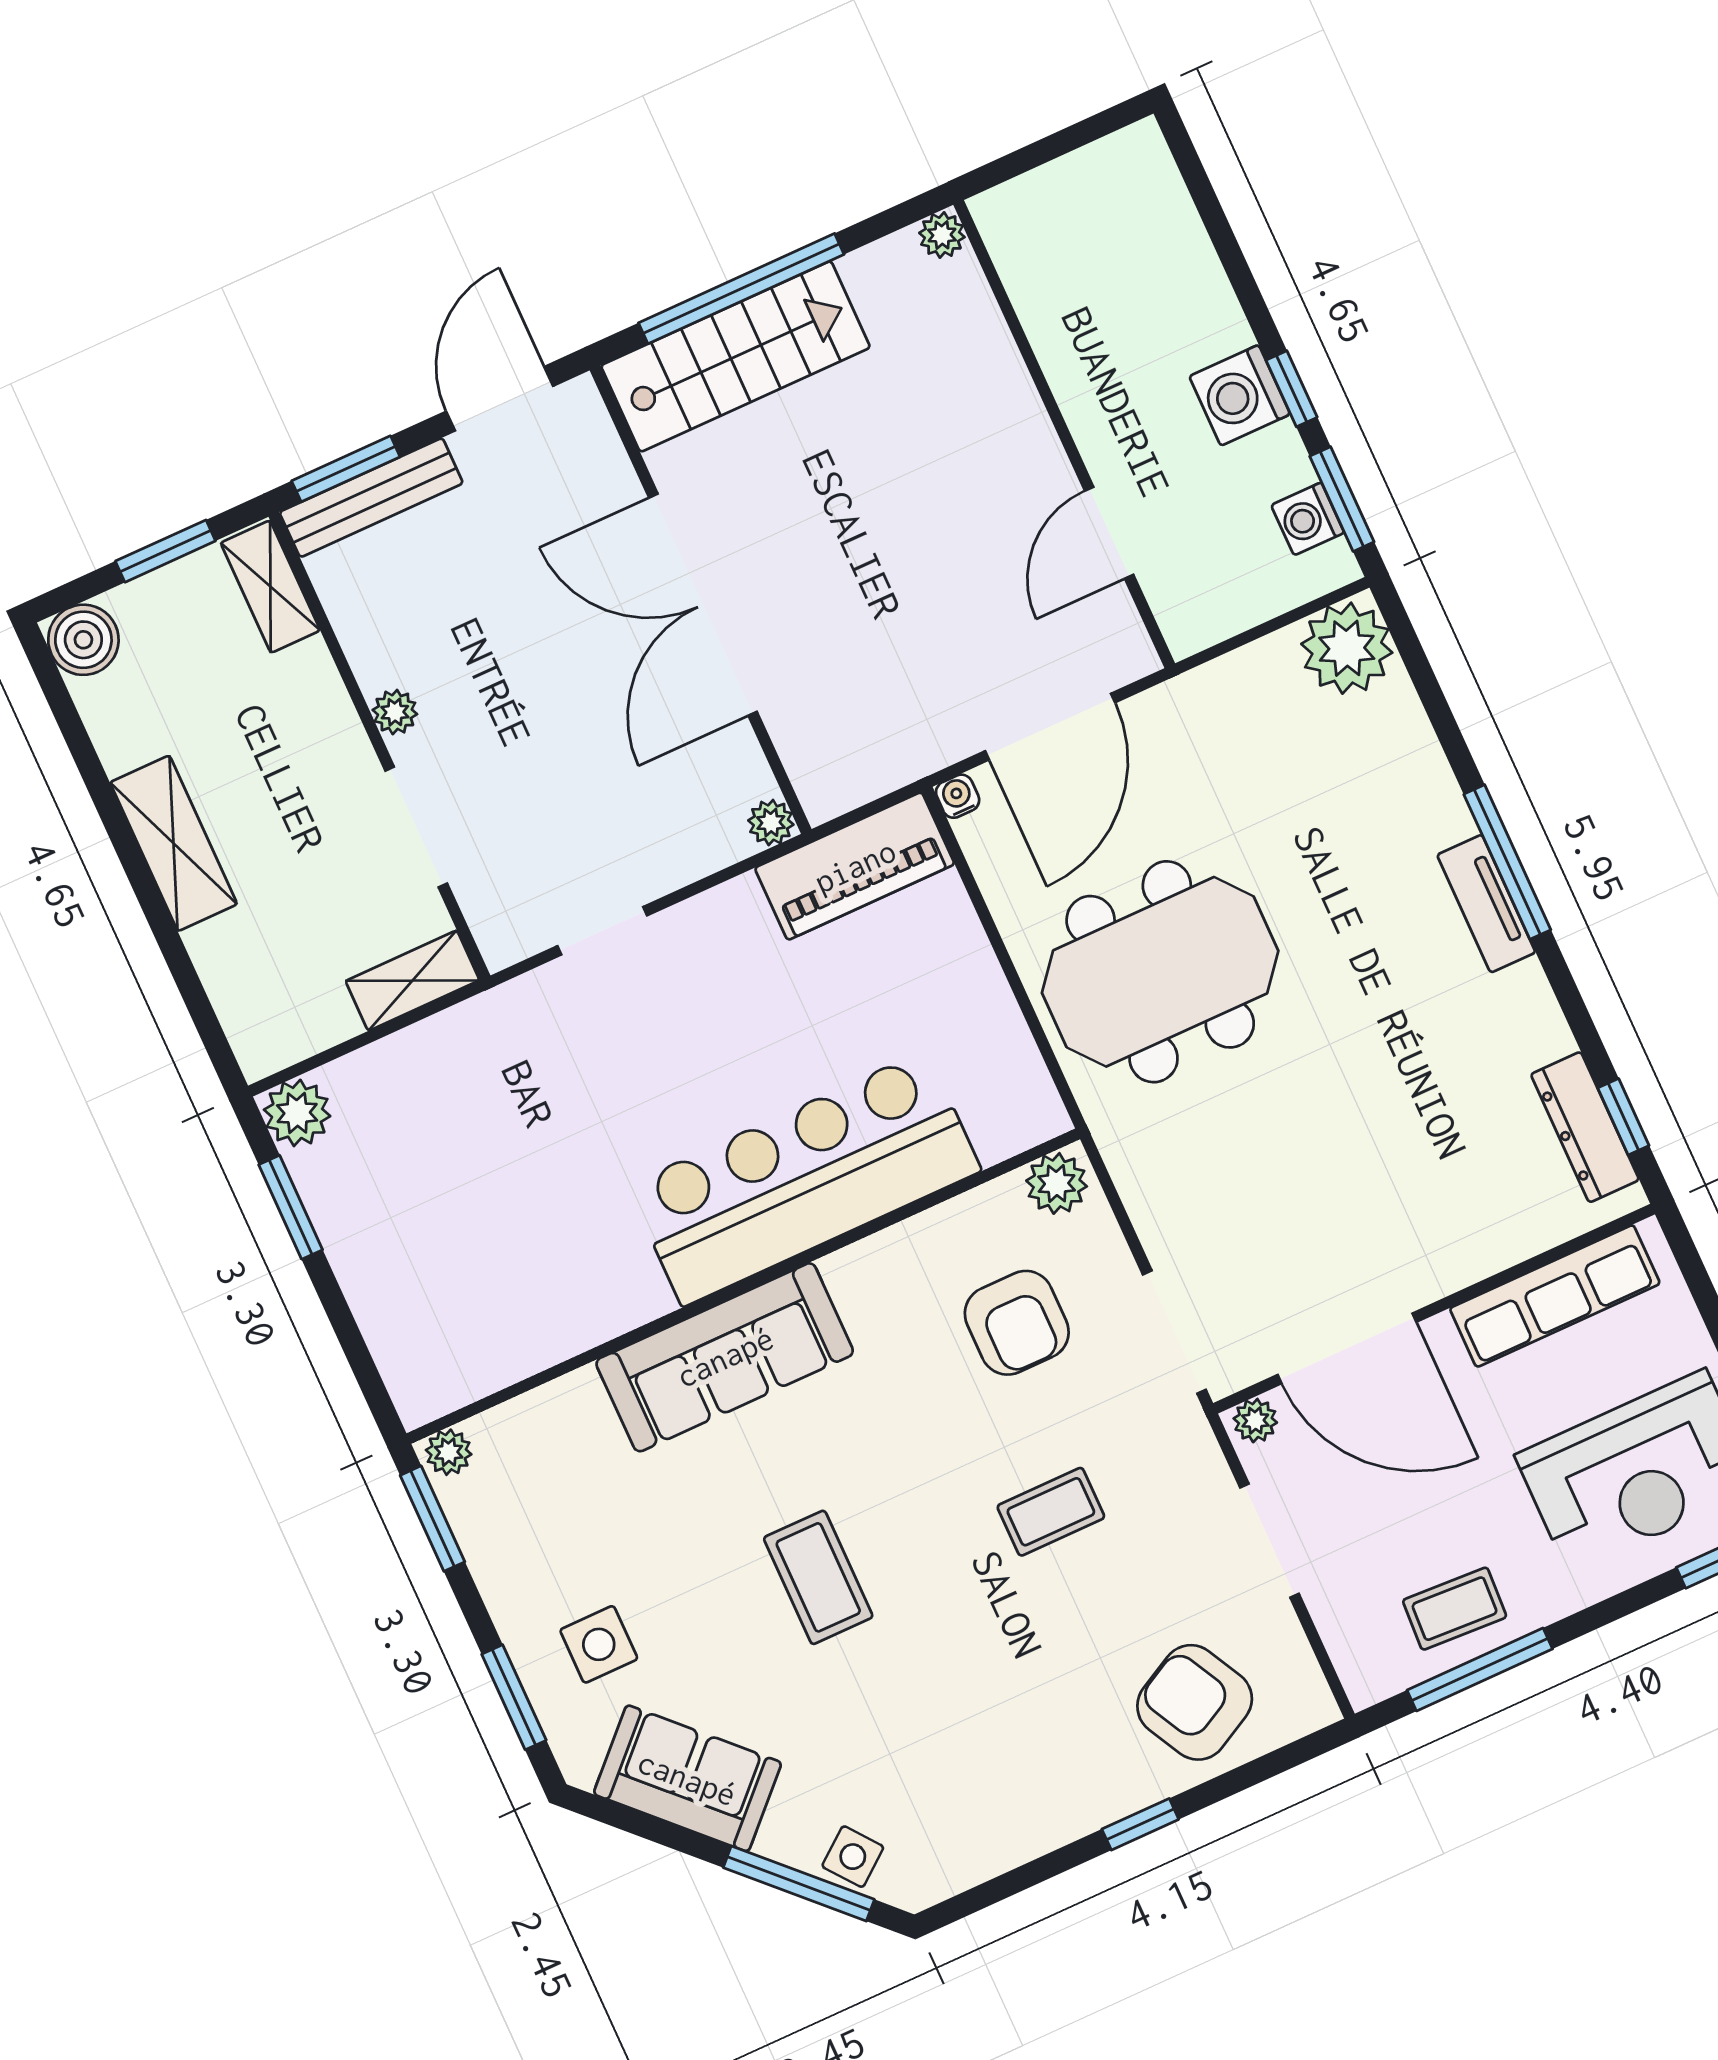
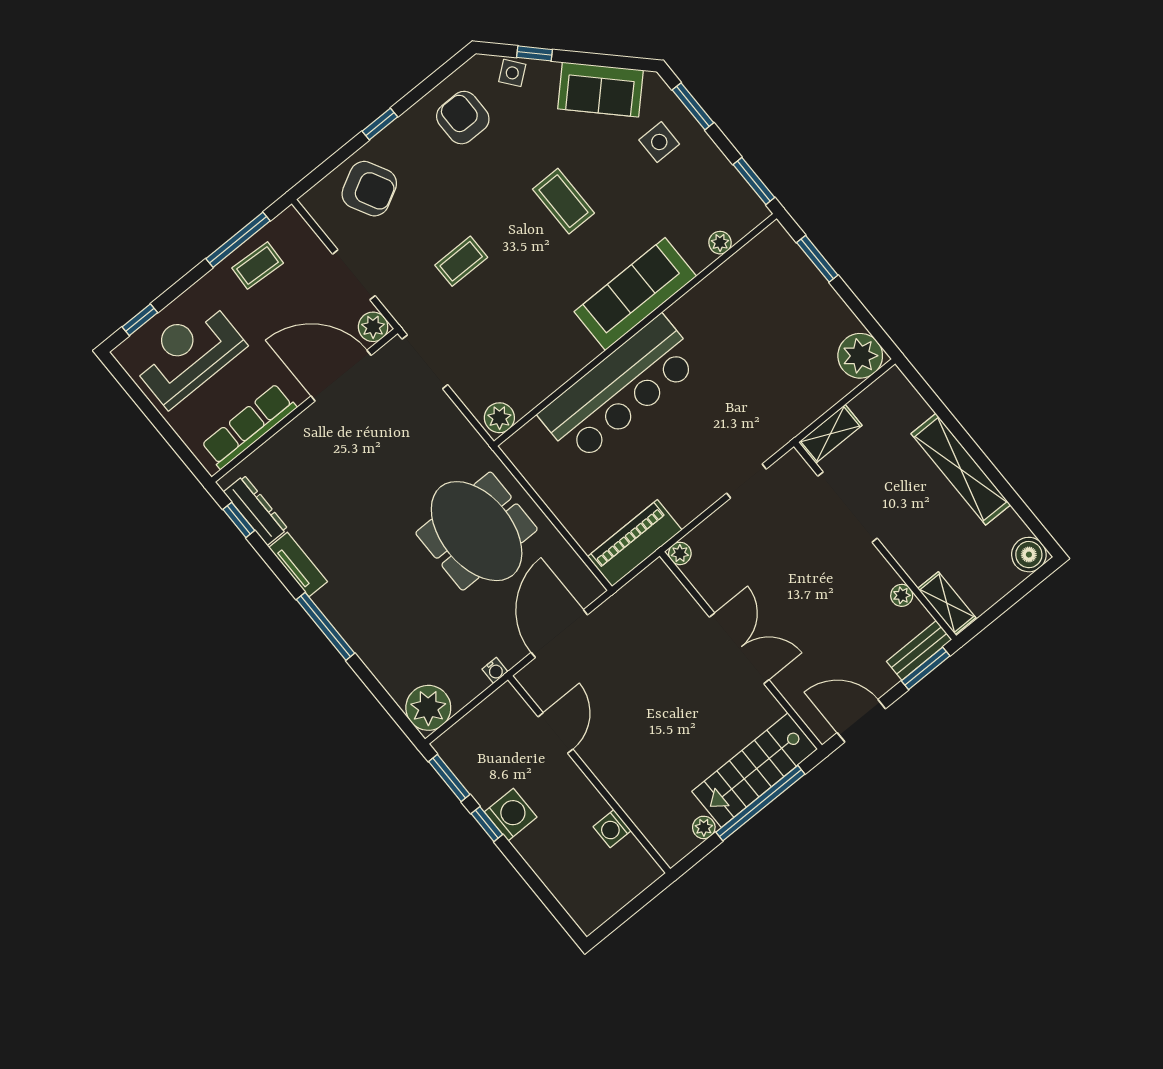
plant: (942, 235) -> (704, 827), moved
door: (500, 399) -> (861, 721), swing flipped
bench: (371, 498) -> (919, 650), width x0.73
washing machine: (1308, 519) -> (612, 829), moved, turned 180
window: (165, 551) -> (1001, 607), removed
double door: (703, 605) -> (739, 648), width x0.73
plant: (395, 712) -> (902, 595), moved
water cooler: (958, 796) -> (495, 670), moved
doorway: (416, 827) -> (848, 507), width x1.36
shelving: (174, 843) -> (961, 469), width x1.47
tv unit: (1486, 904) -> (298, 565), moved
meeting table: (1160, 972) -> (477, 531), turned 90
plant: (297, 1113) -> (860, 356), width x1.36, depth x1.36
window: (291, 1207) -> (817, 259), moved
armchair: (1017, 1323) -> (463, 118), moved
plant: (1255, 1421) -> (373, 327), width x1.38, depth x1.38
plant: (449, 1452) -> (720, 243), moved
window: (799, 1884) -> (535, 53), width x0.46

